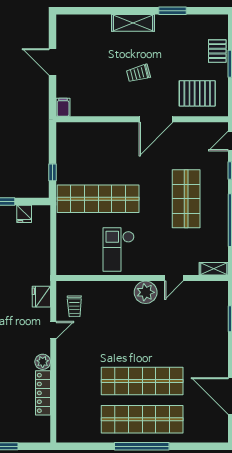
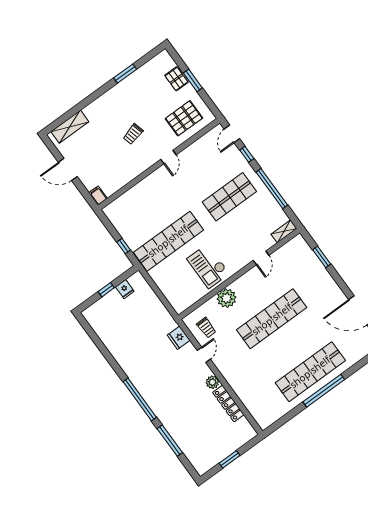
shelving: (133, 23) -> (70, 127), moved
door: (156, 119) -> (168, 157), width x0.53
shop shelf: (186, 199) -> (229, 197), turned 90
plant: (146, 292) -> (227, 298), moved
shop shelf: (142, 381) -> (272, 319), moved

